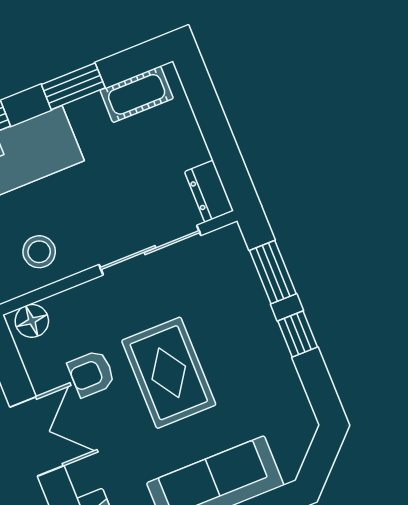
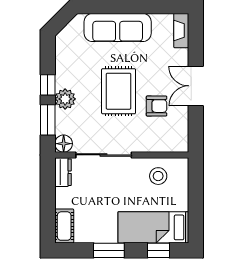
cot: (137, 94) -> (64, 226), moved, turned 90
floor lamp: (32, 321) -> (64, 144), moved
plant: (257, 321) -> (65, 99), added

